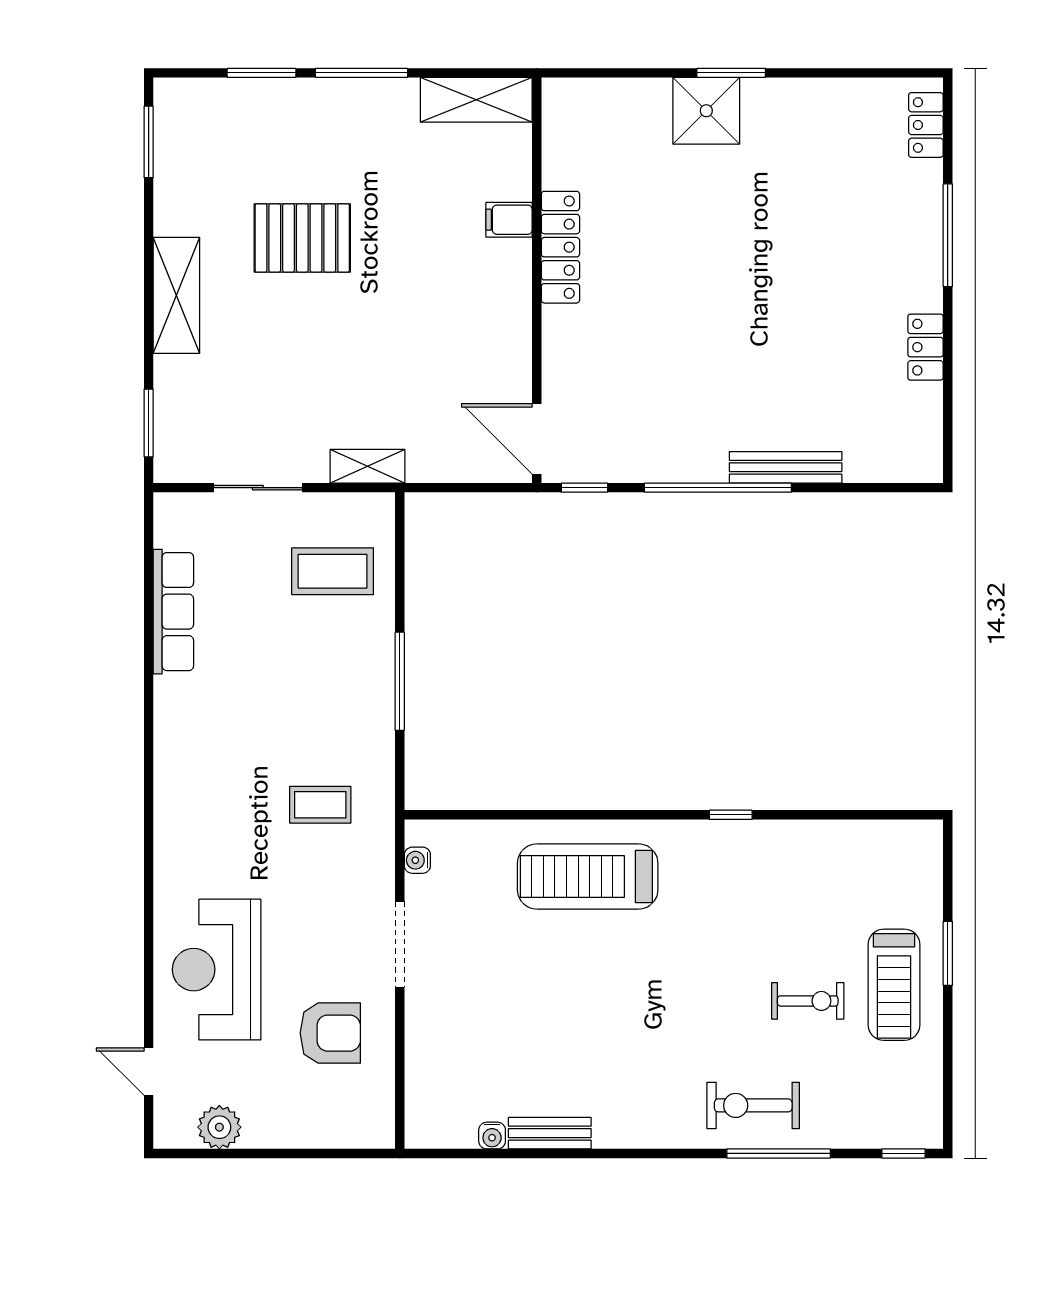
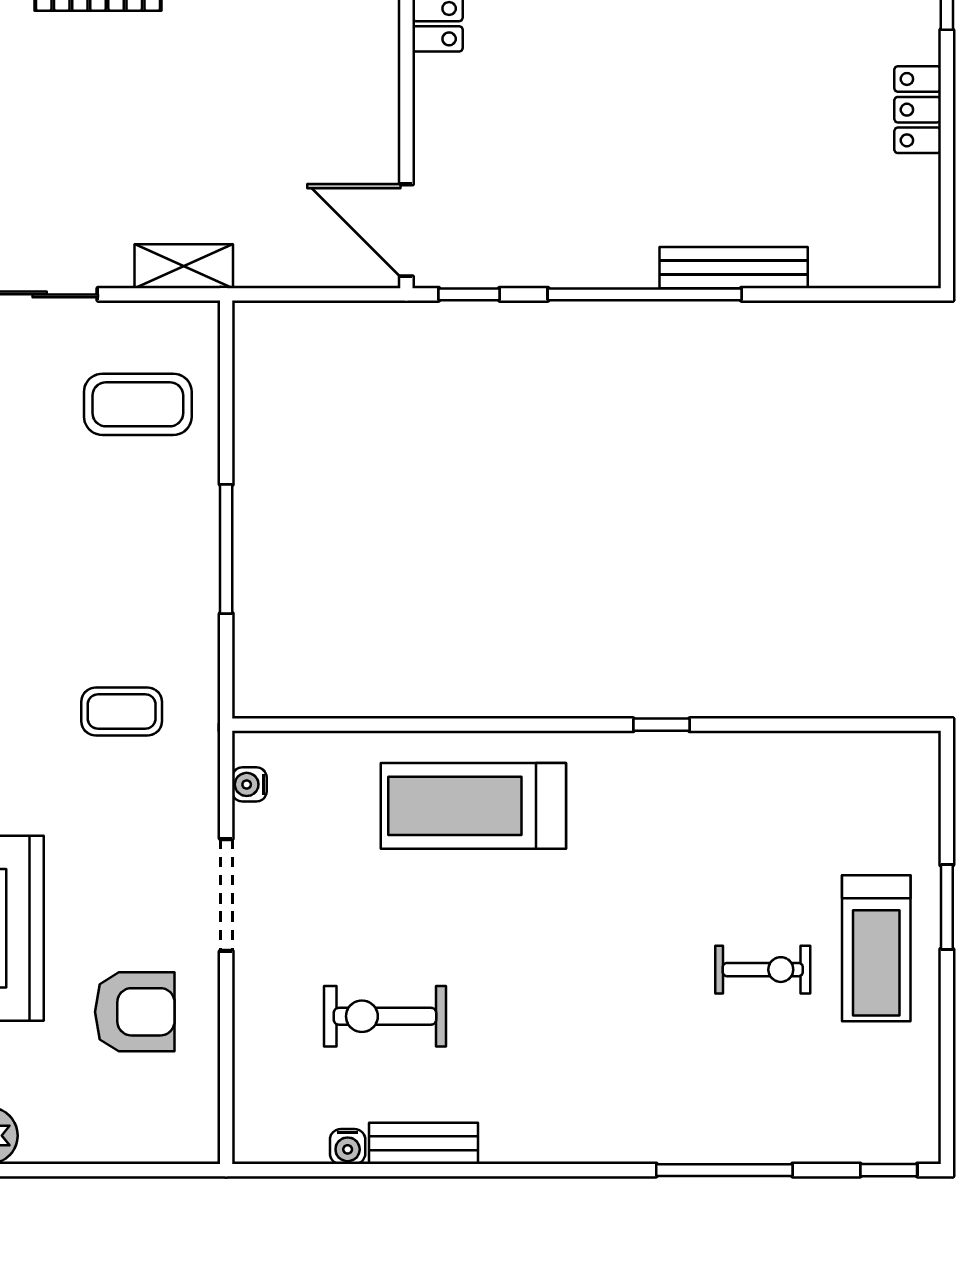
exercise bike: (753, 1105) -> (385, 1016), moved

